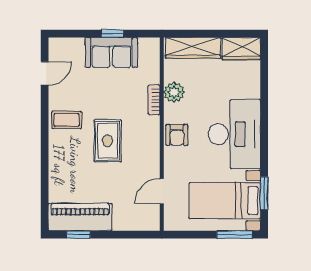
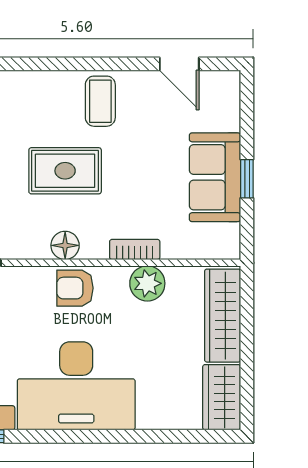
floor lamp: (152, 141) -> (65, 245), added

